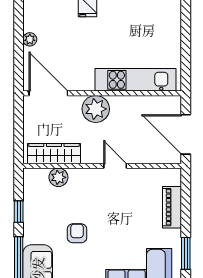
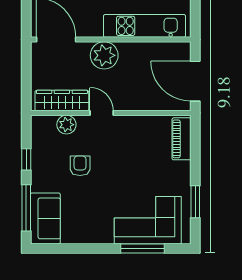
door: (115, 166) -> (102, 113), moved
piano: (172, 207) -> (182, 139), moved
armchair: (77, 233) -> (80, 166), moved

